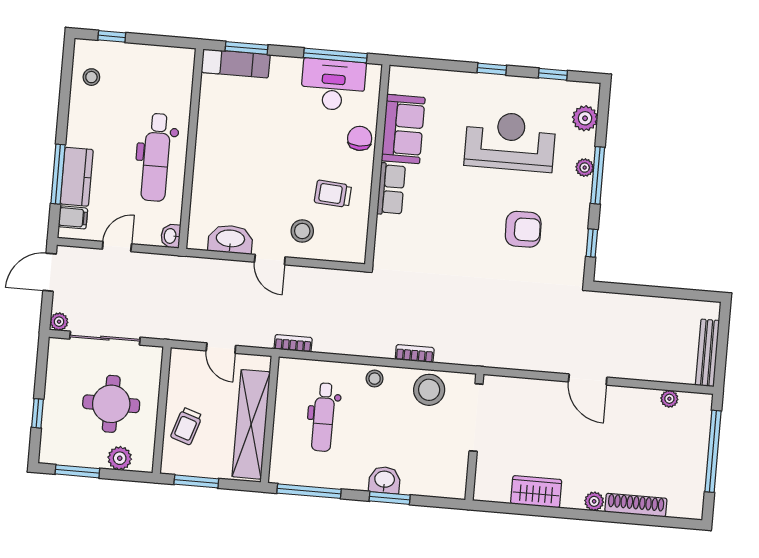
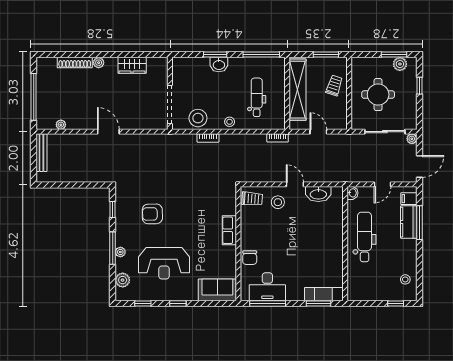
sofa: (403, 129) -> (217, 290), moved, turned 90
trolley: (333, 194) -> (252, 199), moved
plant: (120, 458) -> (400, 64), moved

